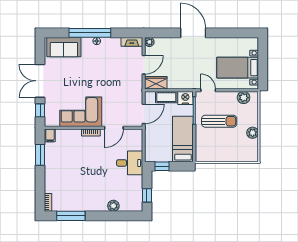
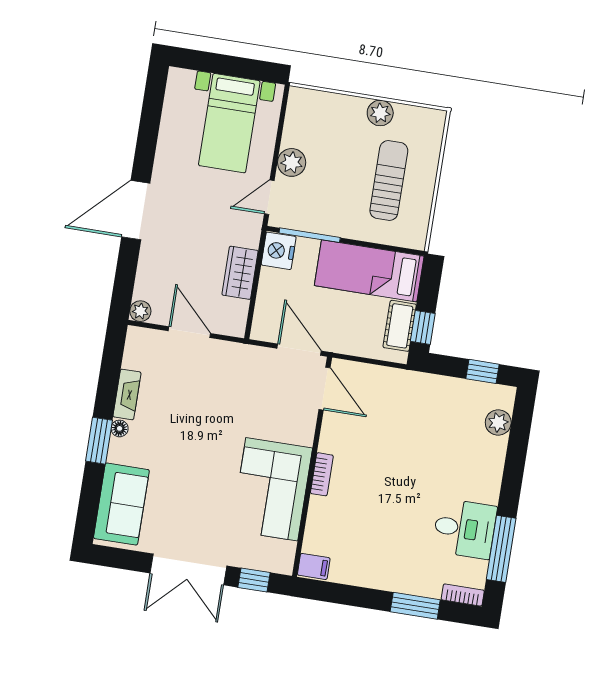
window: (90, 33) -> (99, 441), width x0.47
fireplace: (132, 42) -> (127, 394), moved
wardrobe: (156, 83) -> (240, 273), moved
cot: (166, 97) -> (400, 326), moved
plant: (244, 98) -> (292, 162), moved
sun lounger: (219, 121) -> (389, 180), moved
door: (114, 128) -> (325, 389), moved
window: (40, 155) -> (415, 606), moved
desk: (130, 163) -> (465, 529), moved, turned 90
plant: (113, 206) -> (498, 423), moved

